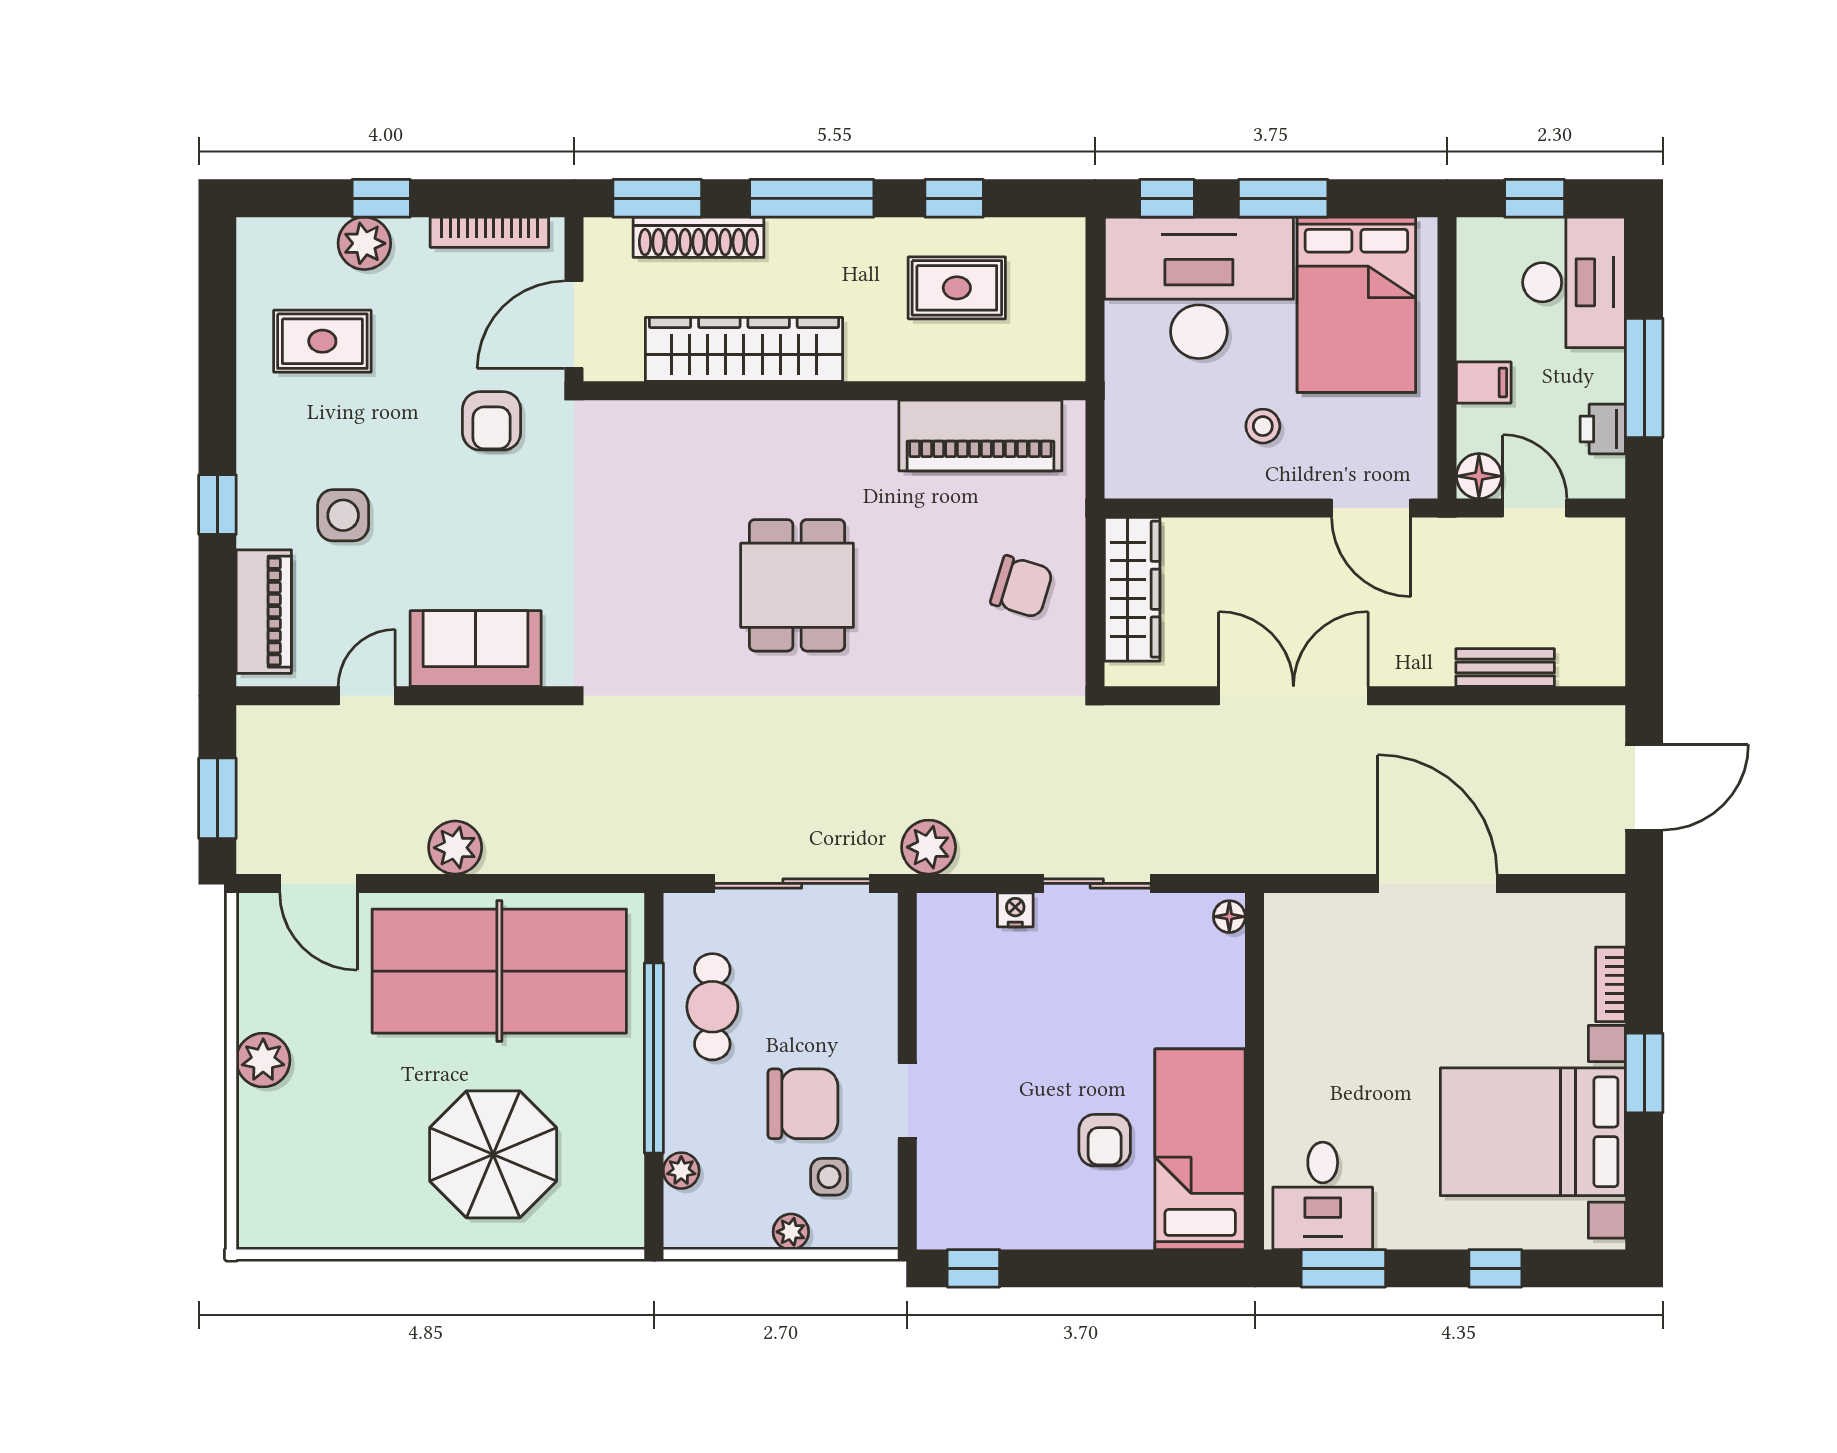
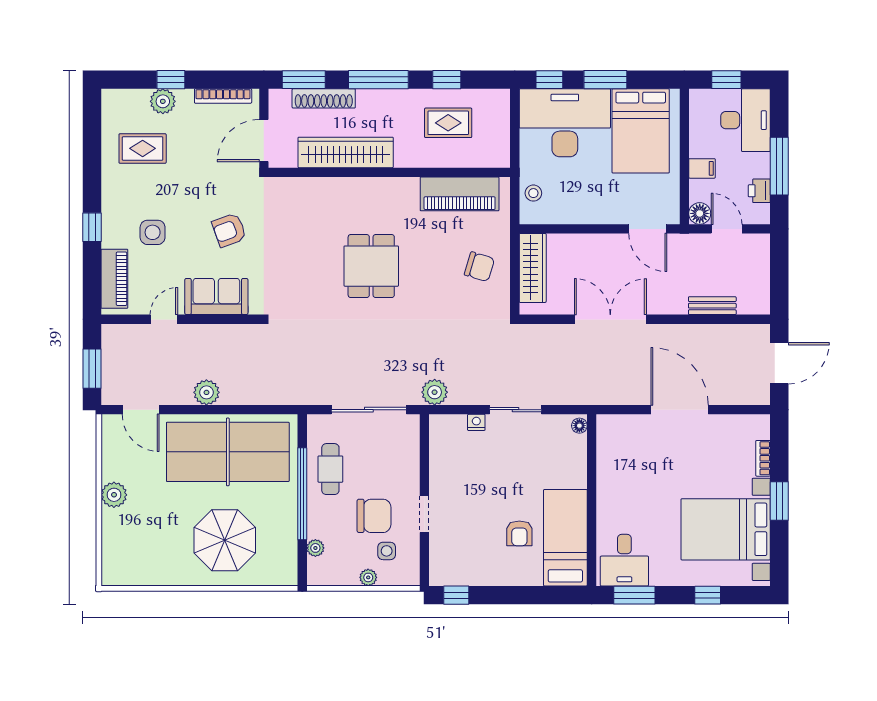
armchair: (492, 421) -> (229, 230), moved, turned 70
stool: (1263, 426) -> (533, 193), moved

